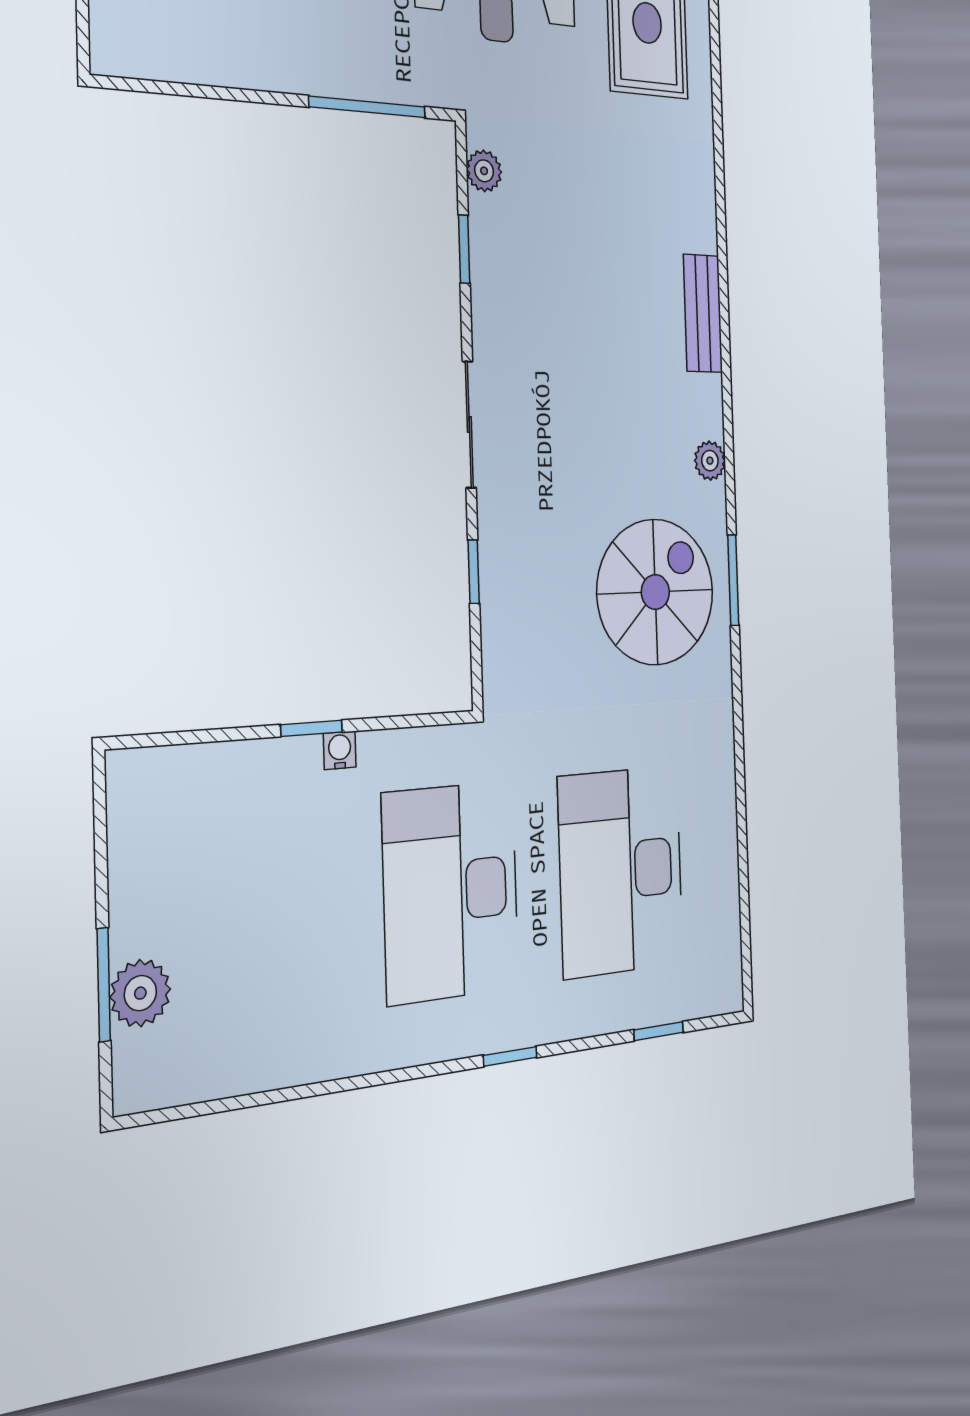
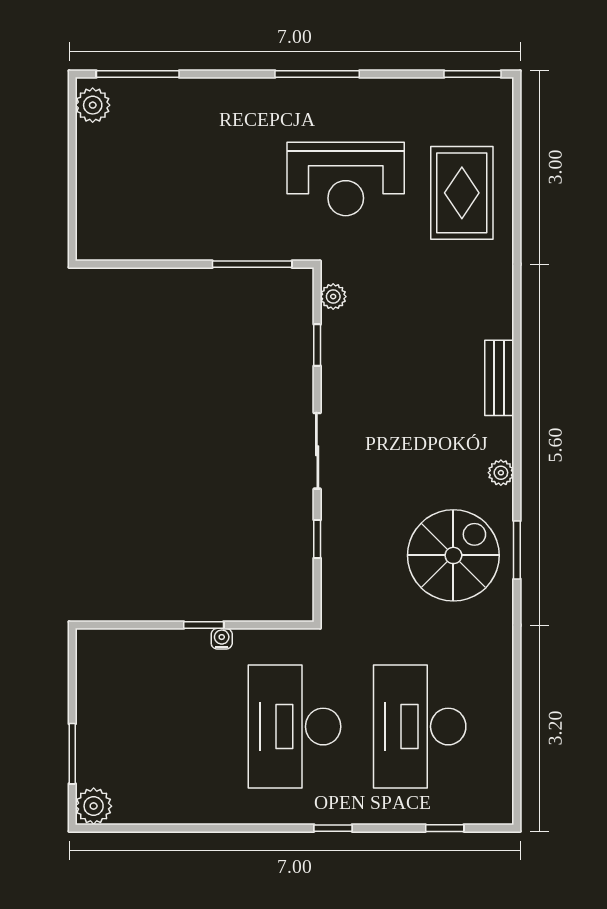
plant: (140, 993) -> (94, 806), moved

